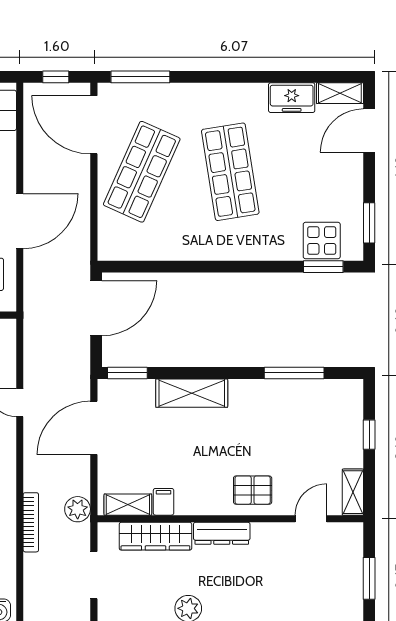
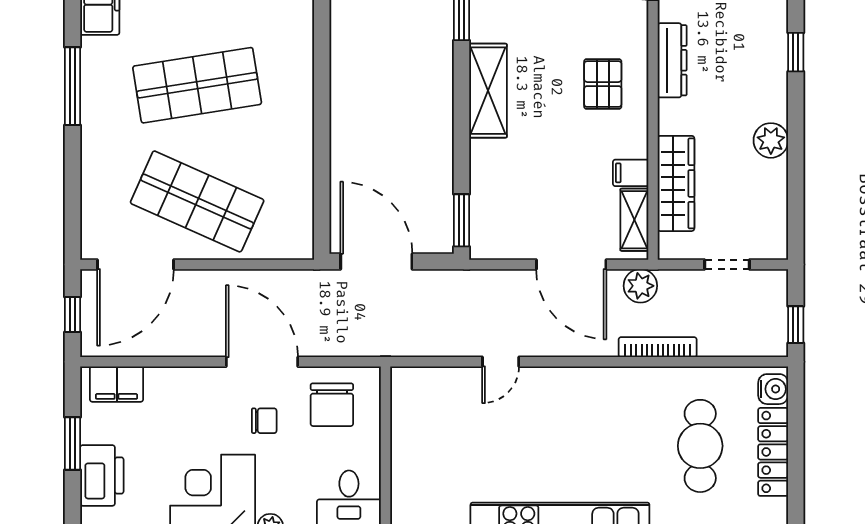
window: (140, 77) -> (72, 86), moved
shelving: (192, 393) -> (488, 91), moved
door: (94, 428) -> (571, 264), moved
pallet: (253, 490) -> (603, 84), moved
dresser: (222, 533) -> (672, 60), moved
doorway: (94, 575) -> (727, 264), width x0.73

